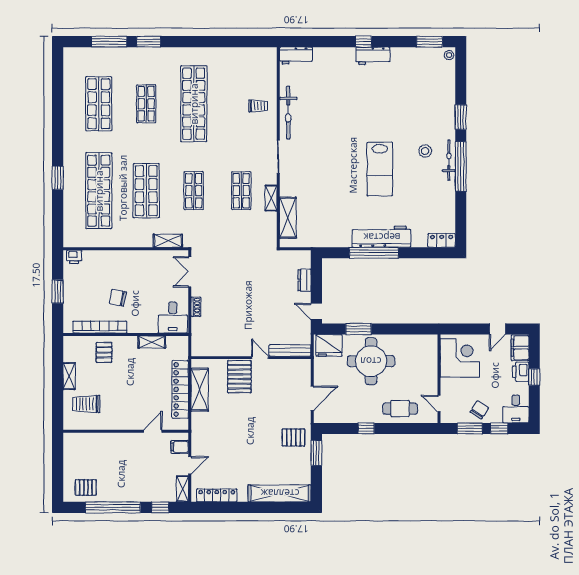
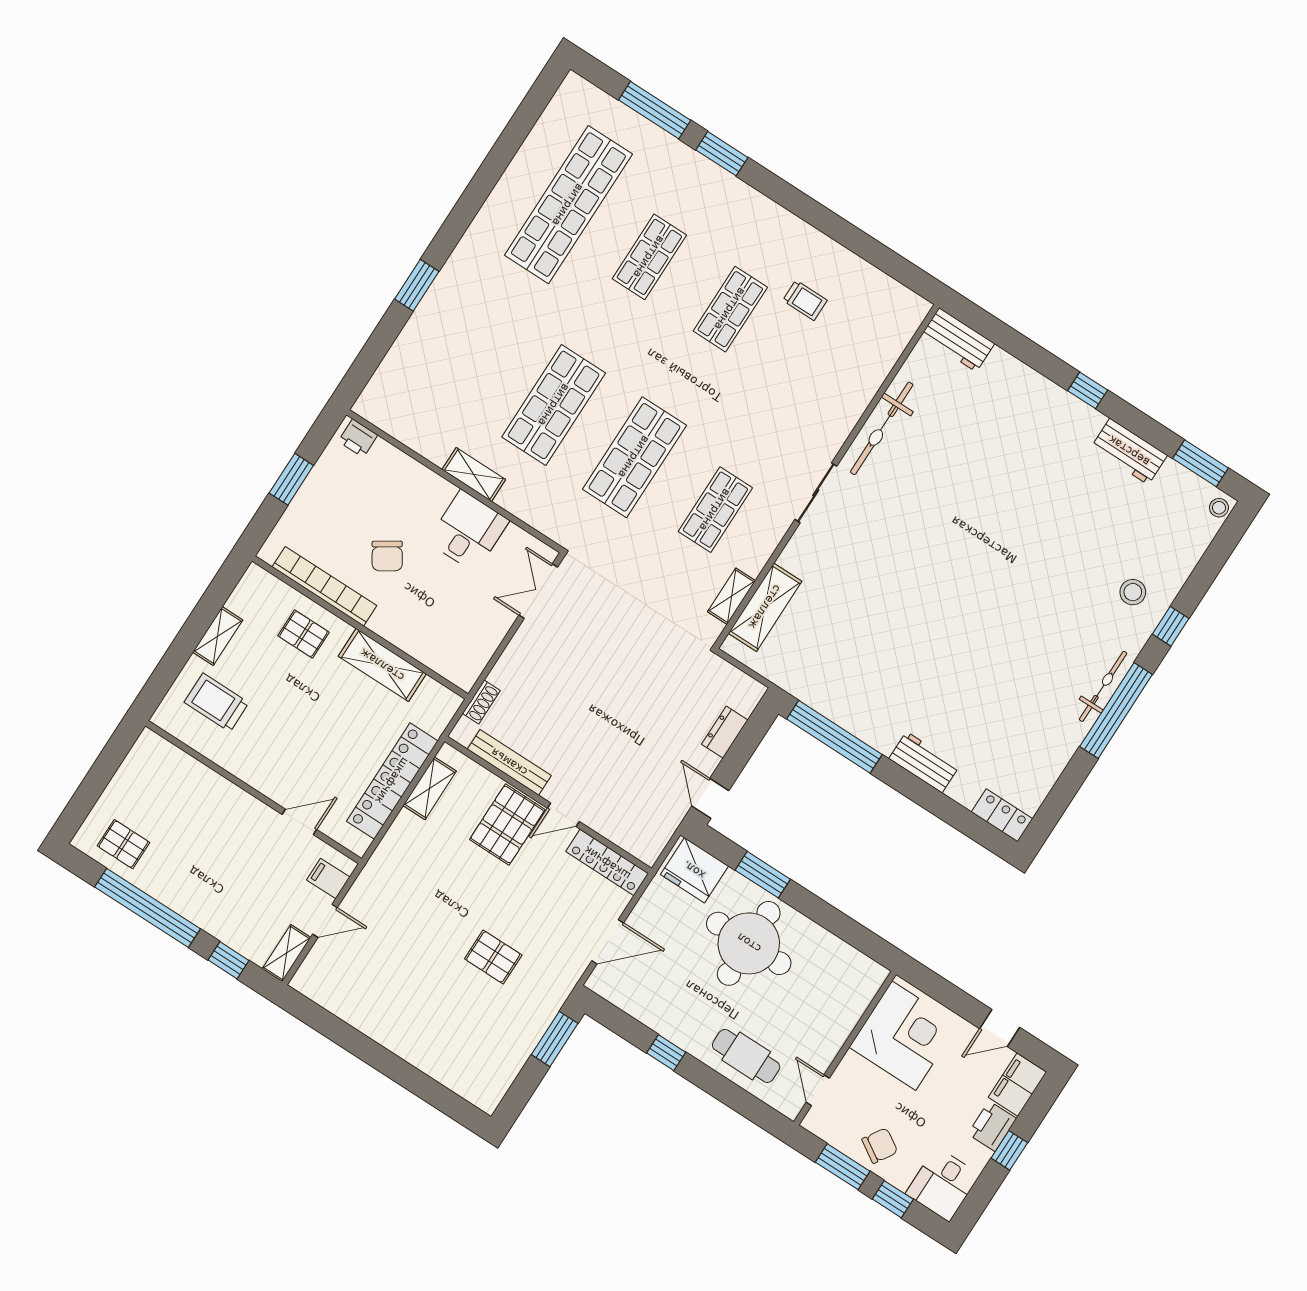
workbench: (373, 56) -> (1129, 451), moved
shop shelf: (99, 104) -> (568, 205), width x1.40
shop shelf: (194, 104) -> (730, 309), width x0.50, depth x0.74
trolley: (258, 106) -> (805, 300), moved
window: (461, 117) -> (1171, 626), width x0.67
stool: (425, 151) -> (1133, 592), moved
lab bench: (380, 169) -> (975, 626), removed
shop shelf: (99, 191) -> (473, 353), removed
shop shelf: (194, 191) -> (634, 457), width x1.43, depth x1.36
shelving: (271, 198) -> (732, 596), moved
workbench: (382, 237) -> (924, 762), width x0.53, depth x0.76
shelving: (168, 241) -> (474, 474), moved
window: (374, 253) -> (834, 737), moved
chair: (118, 298) -> (387, 556), turned -134
shoe rack: (196, 307) -> (481, 702), moved
desk: (173, 317) -> (468, 531), moved, turned 180
shelving: (152, 342) -> (382, 665), width x1.50, depth x1.33
bench: (290, 350) -> (509, 762), moved
pallet: (104, 352) -> (303, 634), turned 90
door: (260, 358) -> (563, 815), swing flipped
shelving: (200, 390) -> (430, 788), width x0.67, depth x0.75
pallet: (293, 438) -> (493, 957), moved
shelving: (280, 493) -> (447, 1068), removed
locker: (217, 495) -> (607, 863), moved, turned 180

